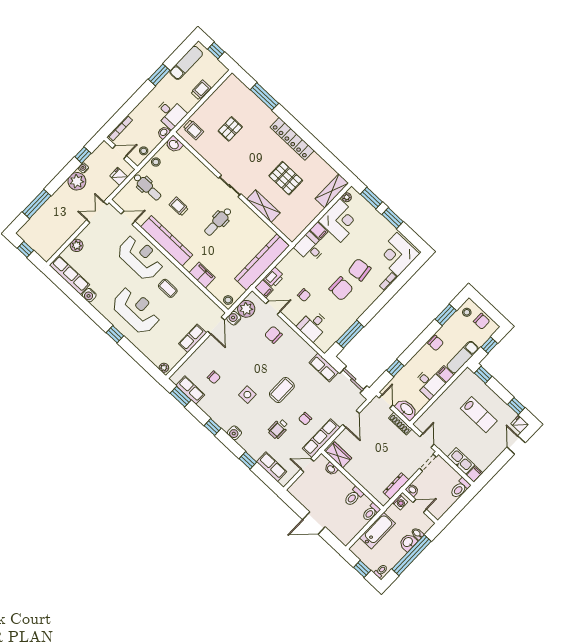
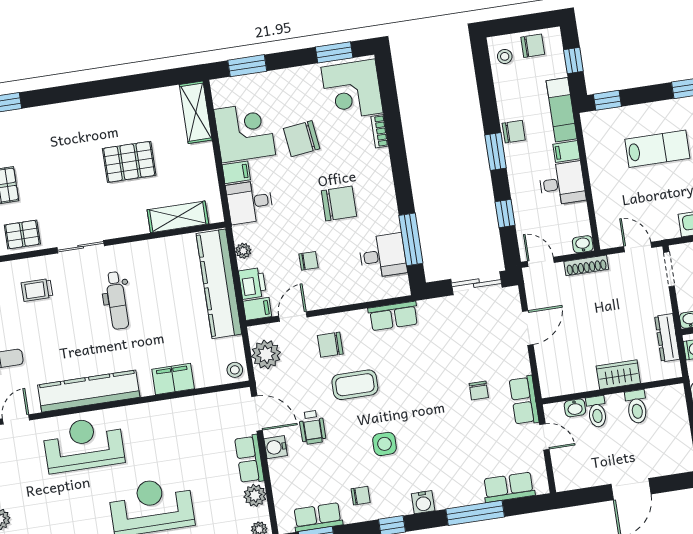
locker: (292, 139) -> (82, 111), removed
pallet: (215, 155) -> (22, 235), added
plant: (347, 197) -> (243, 251), moved
trolley: (179, 206) -> (37, 290), moved
shelving: (263, 206) -> (178, 217), moved
window: (393, 218) -> (334, 52), moved
chair: (360, 270) -> (302, 139), moved
coffee table: (168, 288) -> (155, 440), removed
window: (446, 315) -> (496, 152), moved
water cooler: (234, 318) -> (276, 447), moved
desk: (313, 326) -> (383, 256), moved, turned -90
plant: (178, 354) -> (255, 495), added
row of seats: (324, 367) -> (393, 316), moved
chair: (214, 377) -> (361, 496), moved
coffee table: (282, 390) -> (355, 385), moved, turned 90
washbasin: (406, 409) -> (583, 244), width x0.52, depth x0.69
door: (351, 419) -> (528, 328), hinge flipped
wheelchair: (278, 429) -> (312, 427), moved
row of seats: (321, 438) -> (524, 400), width x0.68
wardrobe: (339, 455) -> (618, 375), moved
window: (248, 460) -> (475, 513), width x2.17
door: (307, 465) -> (544, 437), swing flipped
toilet: (371, 512) -> (597, 412), moved

